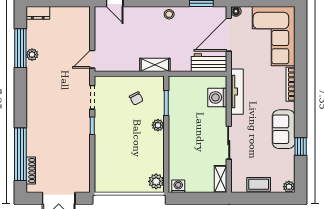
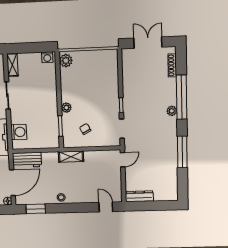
dresser: (38, 13) -> (139, 196), moved, width x1.44
window: (20, 48) -> (182, 152), moved
plant: (32, 55) -> (172, 111), moved
window: (20, 154) -> (182, 97), moved

